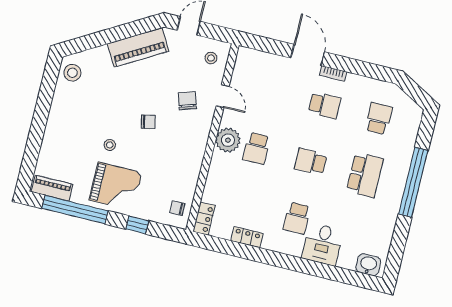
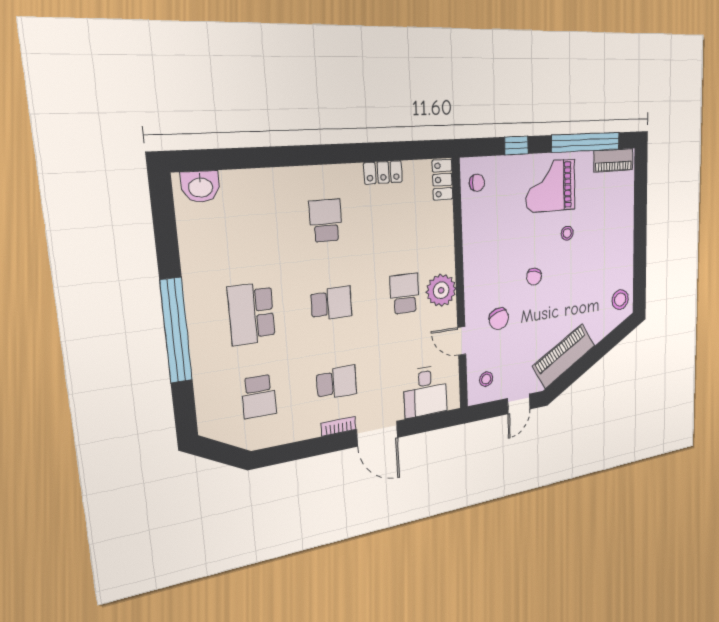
school desk: (325, 105) -> (337, 383), turned 180
chair: (148, 122) -> (534, 277), turned -67
desk: (322, 244) -> (425, 391), moved, turned 180

